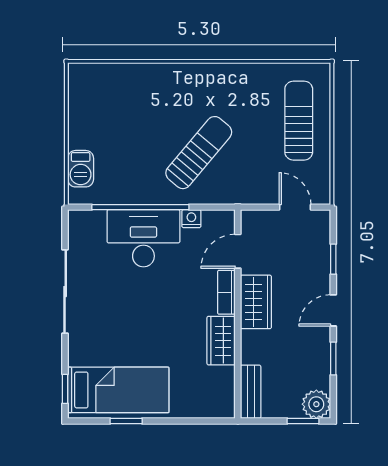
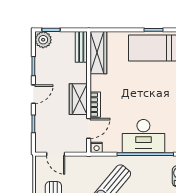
nightstand: (191, 219) -> (97, 147), moved
wardrobe: (221, 341) -> (98, 53), moved, width x1.50

